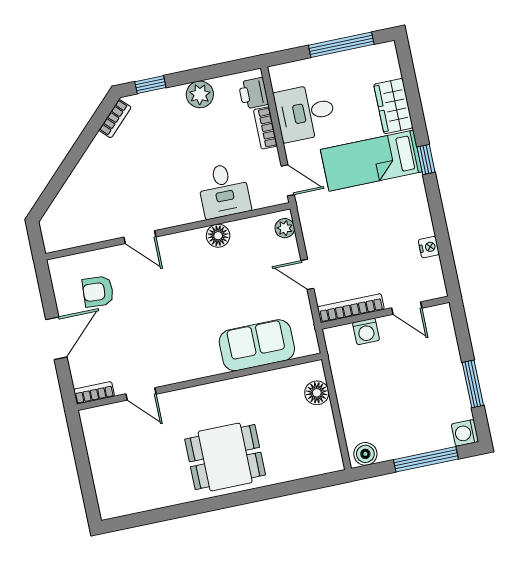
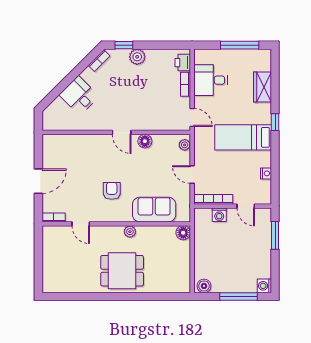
plant: (200, 94) -> (137, 57), moved
bed: (371, 161) -> (243, 137), moved
desk: (224, 191) -> (79, 96), moved, turned 135
door: (140, 237) -> (122, 132), moved
armchair: (98, 292) -> (112, 191), moved, turned 86
window: (473, 384) -> (275, 235), moved
plant: (225, 390) -> (130, 232), added
floor lamp: (317, 393) -> (183, 233), moved

